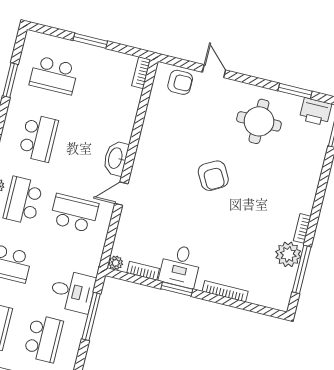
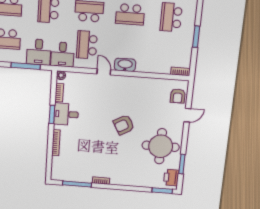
round table: (259, 121) -> (161, 146), width x1.36, depth x1.36
school desk: (74, 213) -> (87, 45), turned 180
desk: (83, 254) -> (62, 54), added
plant: (288, 254) -> (84, 175), removed

